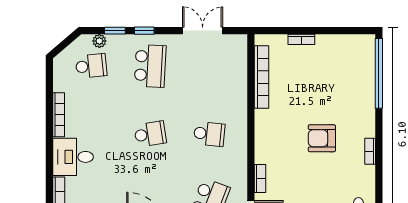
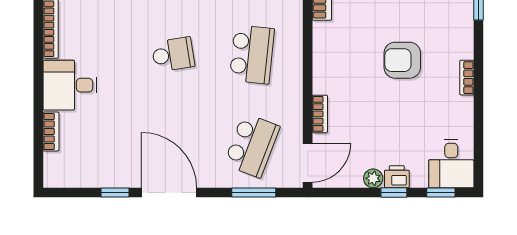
school desk: (209, 134) -> (252, 54), width x1.85

